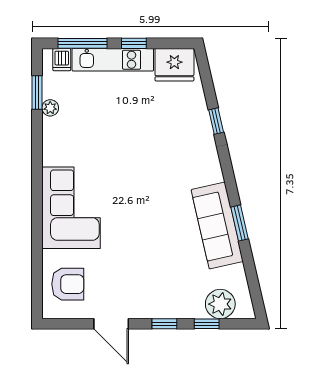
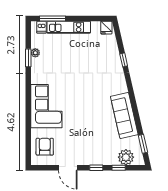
window: (134, 43) -> (80, 18), removed
fridge: (174, 65) -> (106, 28), width x0.53, depth x0.75
window: (37, 93) -> (28, 58), moved
window: (239, 223) -> (143, 144), moved
armchair: (68, 284) -> (45, 147), turned -90

